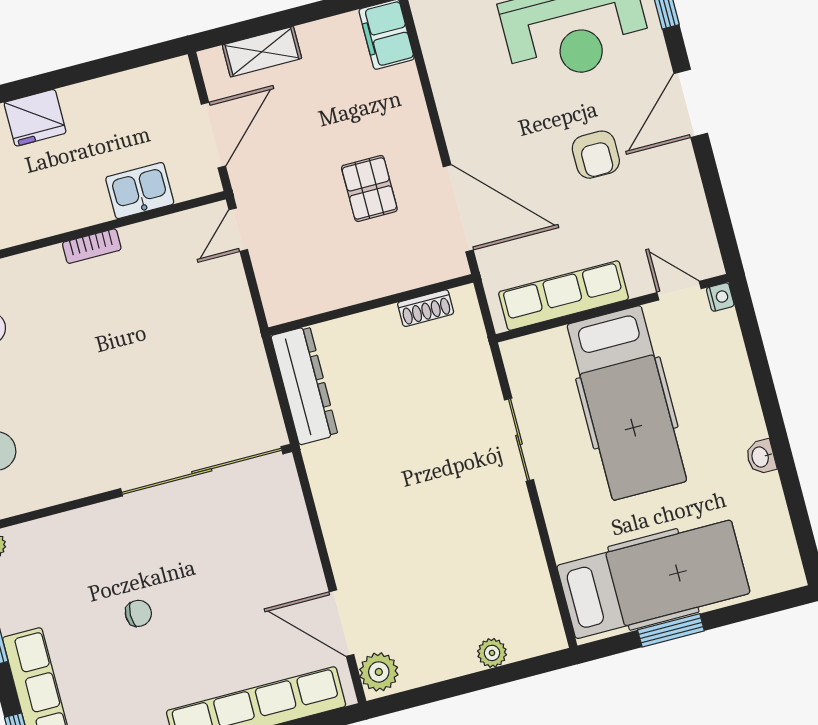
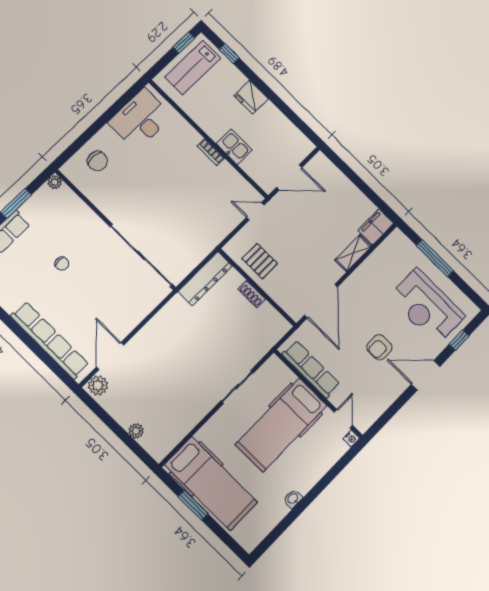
shelving: (262, 52) -> (353, 253), moved, turned 90
pallet: (369, 188) -> (260, 261), moved, turned 90
kitchen sink: (140, 191) -> (234, 147), moved
shoe rack: (426, 308) -> (252, 294), moved

